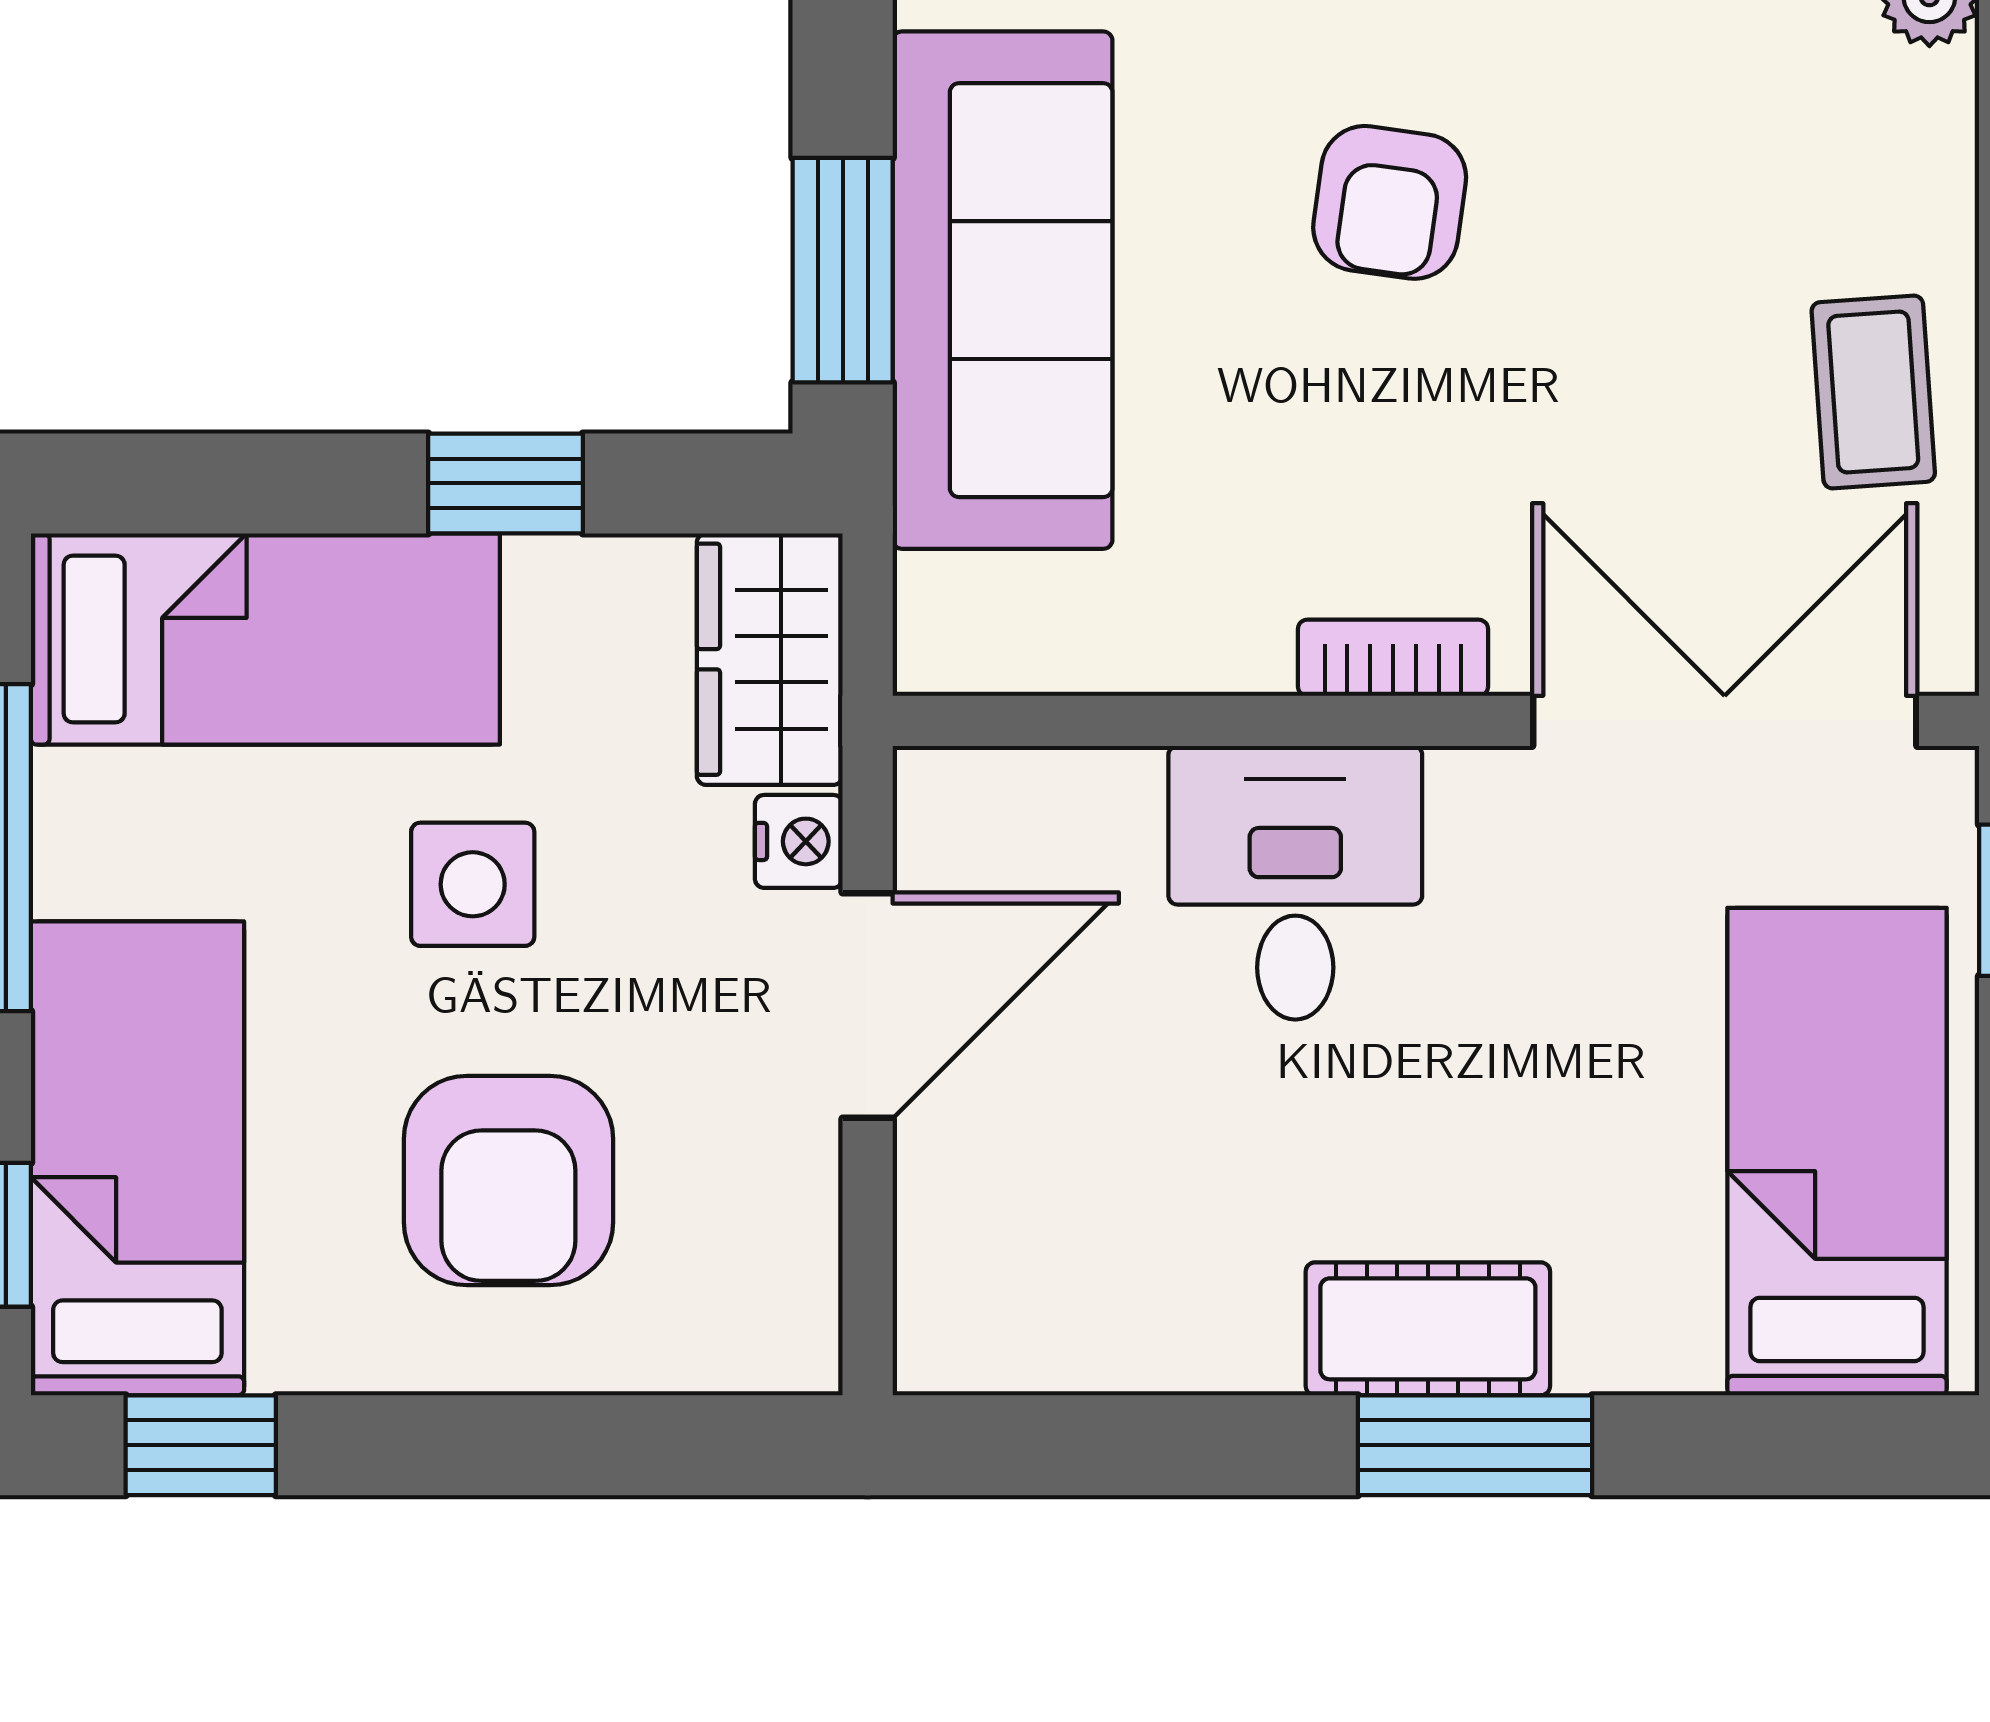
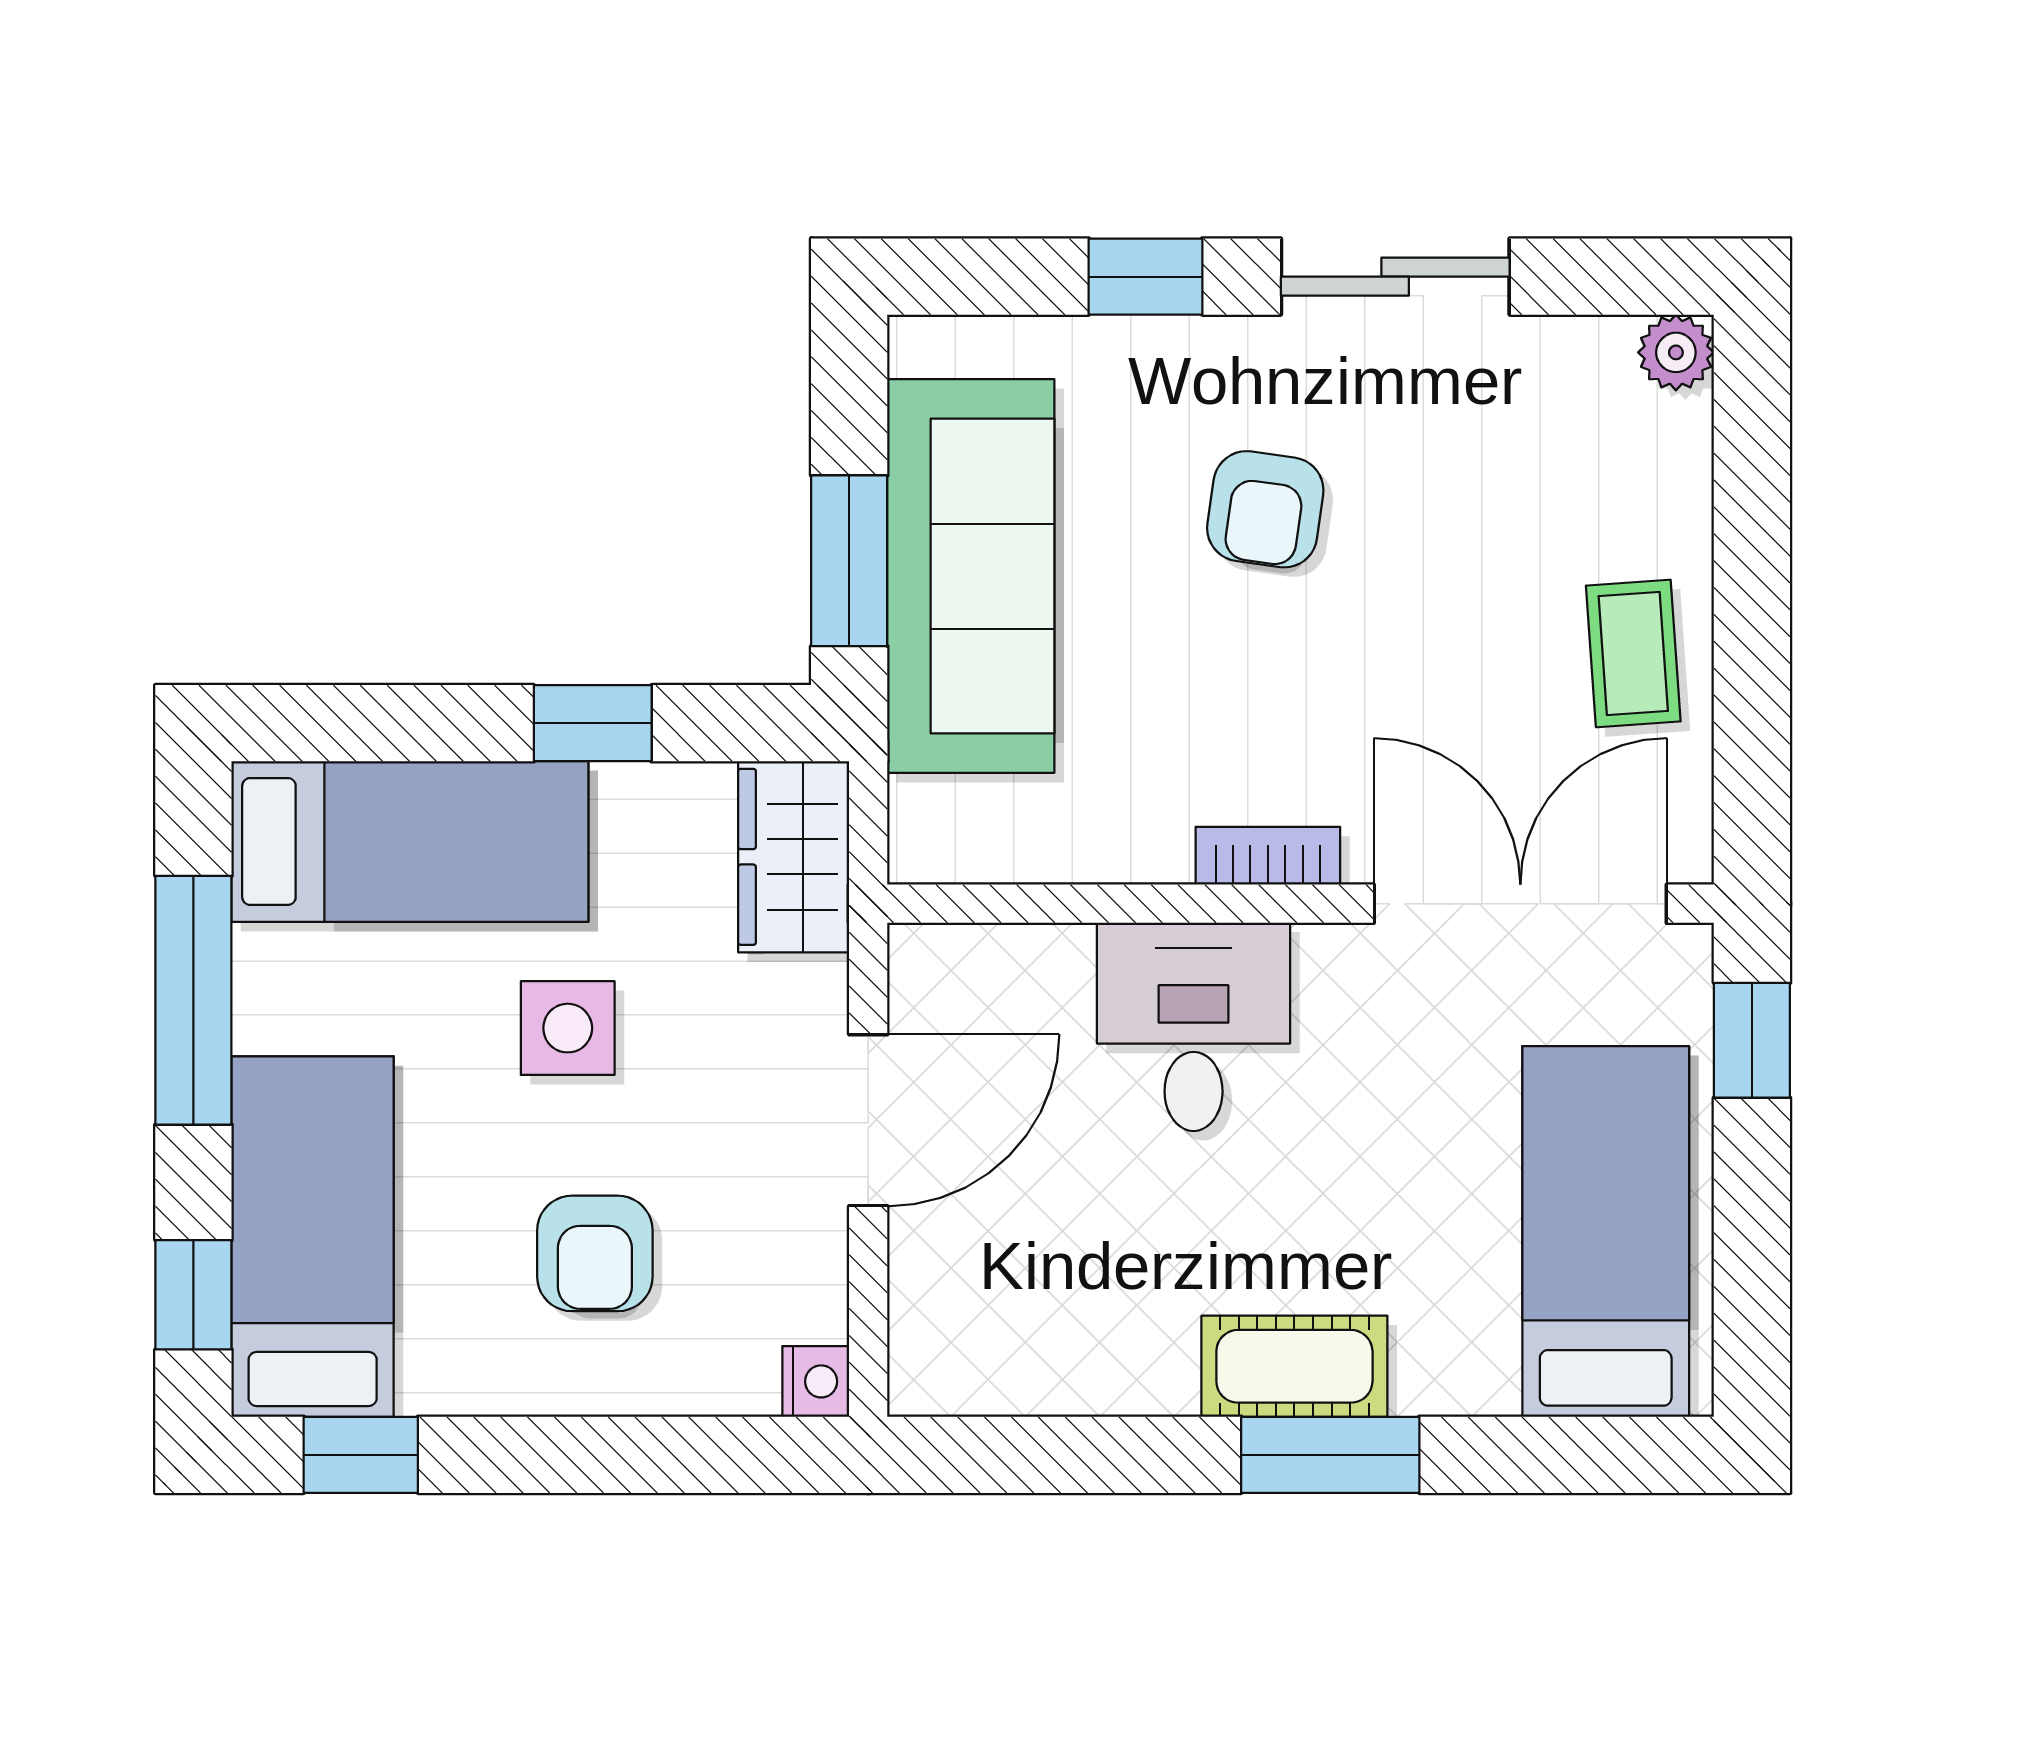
nightstand: (799, 841) -> (816, 1381), moved
armchair: (508, 1181) -> (595, 1253), width x0.72, depth x0.72

